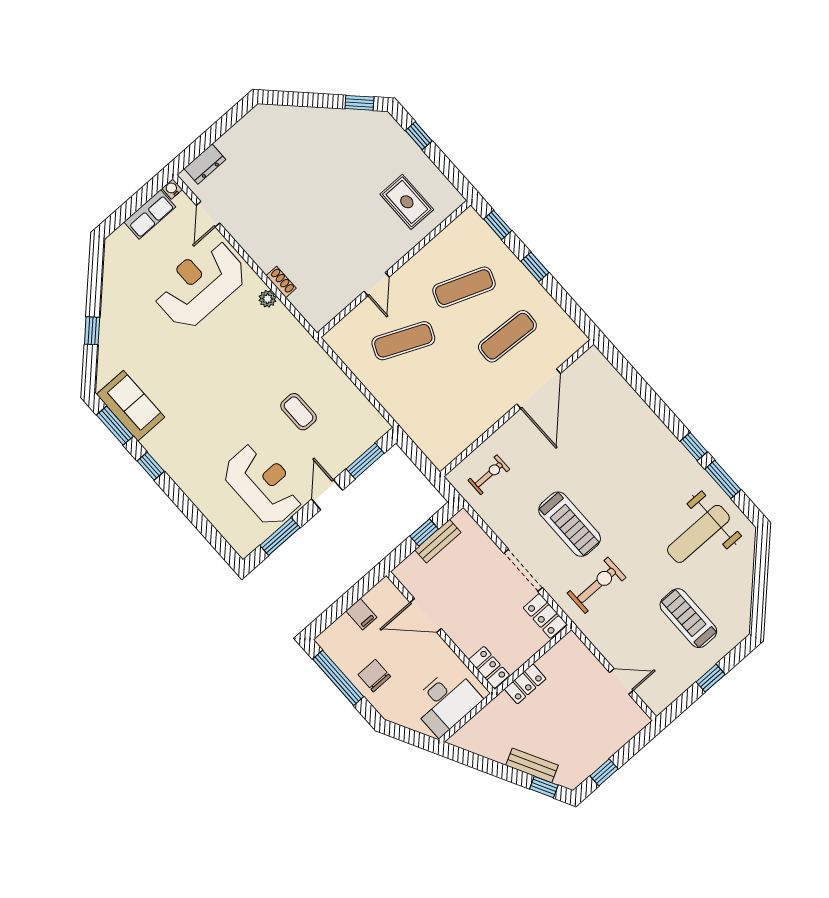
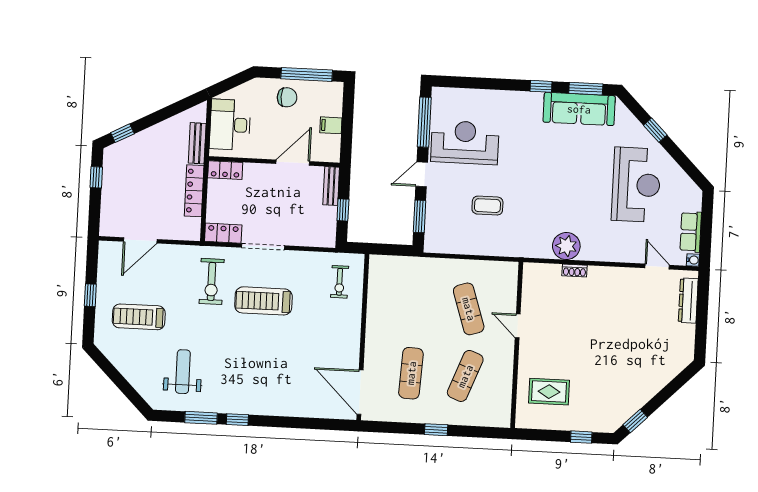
dresser: (205, 164) -> (688, 301), width x1.44
window: (498, 225) -> (483, 432), removed
reception desk: (200, 284) -> (636, 185), moved
plant: (267, 299) -> (566, 246), width x1.88, depth x1.88
exercise mat: (403, 341) -> (469, 309), turned -42
door: (539, 389) -> (360, 392), moved
sofa: (130, 406) -> (579, 109), width x1.36
reception desk: (263, 484) -> (465, 142), turned 180
door: (327, 495) -> (422, 174), swing flipped
weight bench: (698, 534) -> (183, 372), width x0.73, depth x0.75
window: (280, 536) -> (424, 122), width x1.44
bench: (438, 541) -> (331, 186), moved
treadmill: (688, 618) -> (139, 317), turned 180
door: (621, 681) -> (140, 240), width x1.38
locker: (525, 684) -> (194, 191), width x1.53
bench: (532, 765) -> (197, 143), moved, turned -62

